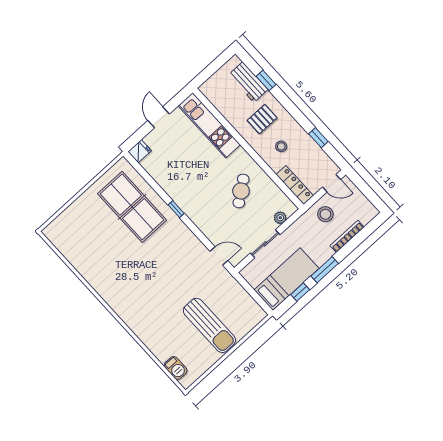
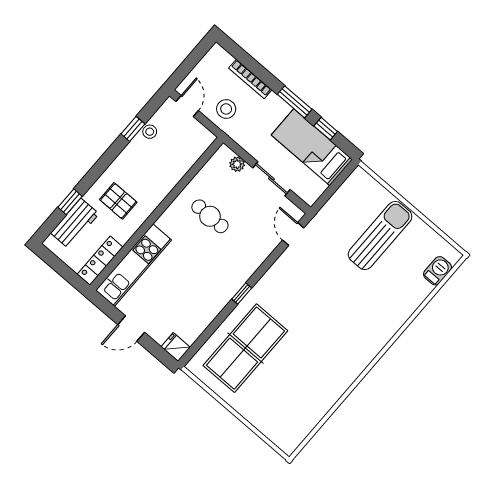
stool: (281, 146) -> (150, 132), moved
locker: (295, 185) -> (100, 261), moved
cafe table: (241, 191) -> (210, 216), turned 37

